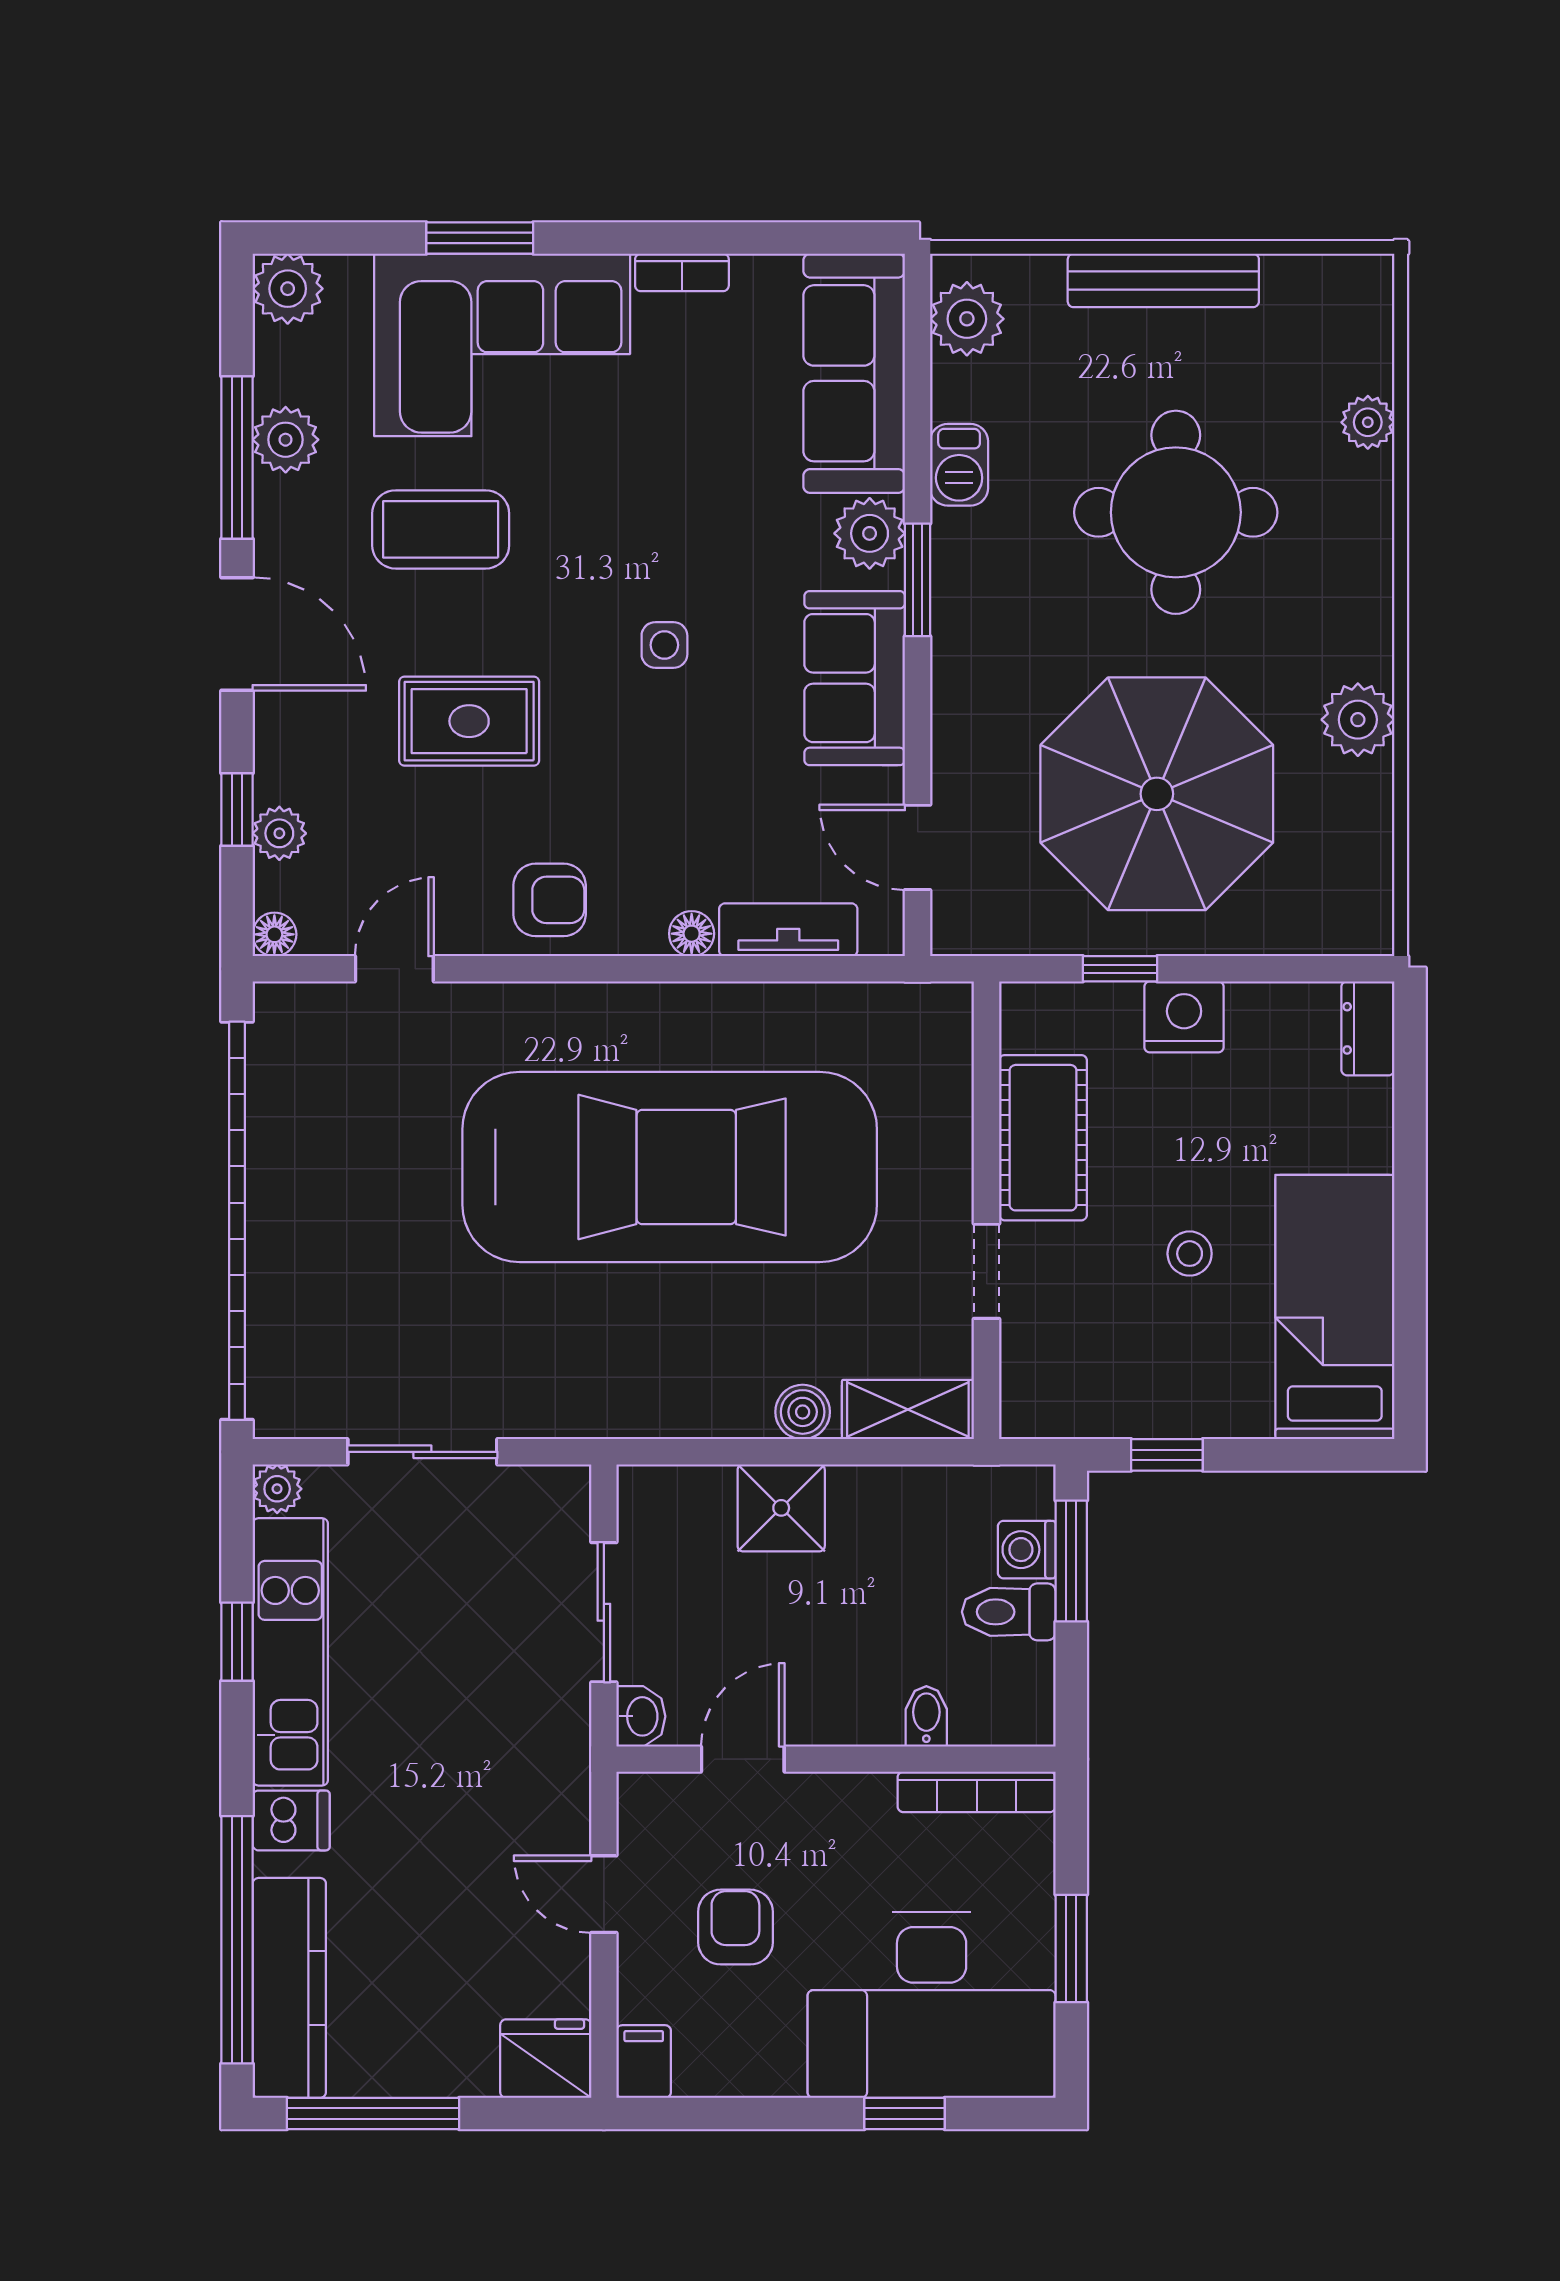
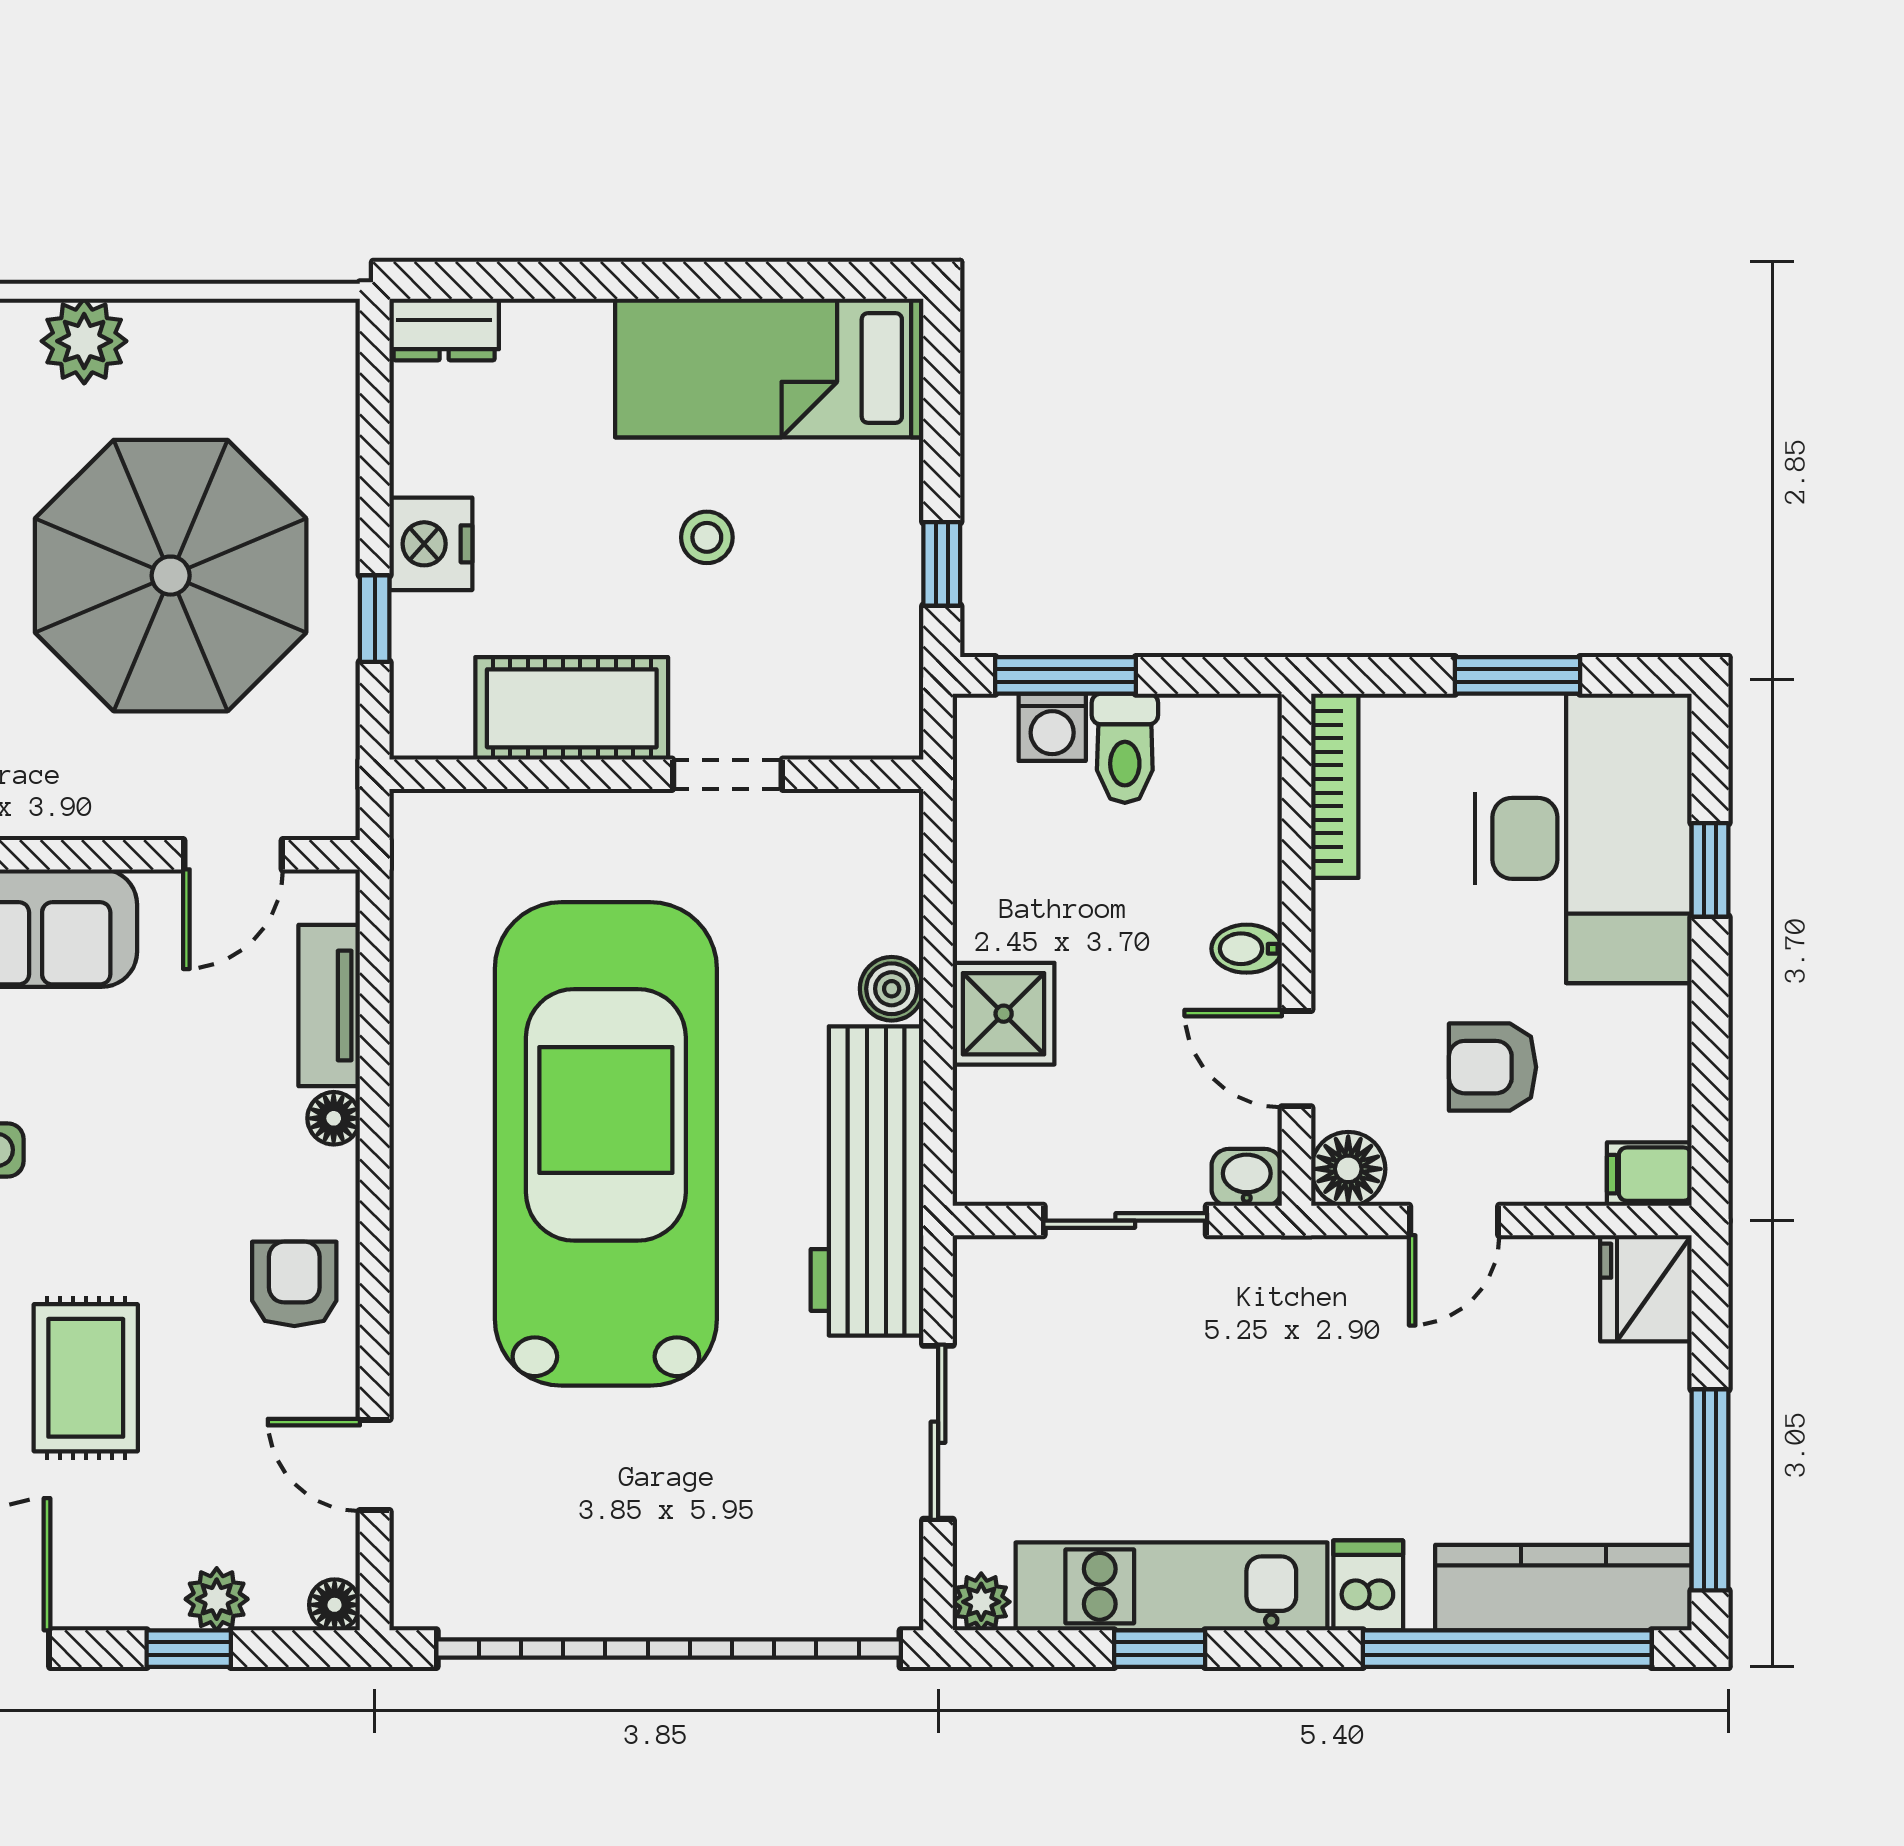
workbench: (638, 1391) -> (867, 1181), added
shelving: (908, 1410) -> (889, 866), removed
bidet: (926, 1716) -> (1247, 949), moved
floor lamp: (648, 1803) -> (1348, 1169), added

